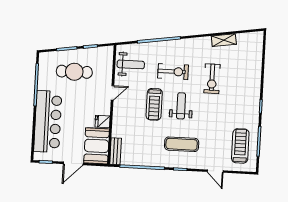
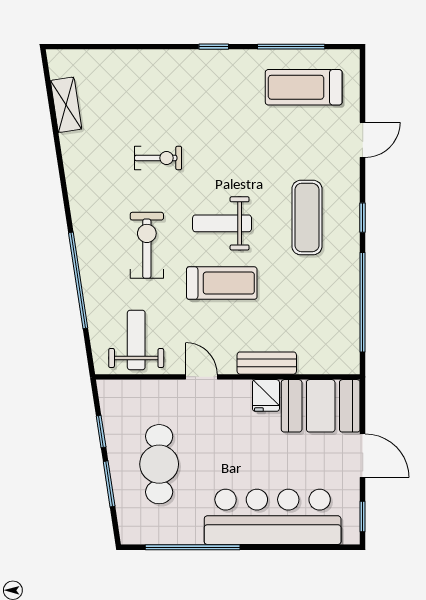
shelving: (224, 40) -> (66, 105), moved
exercise bike: (212, 79) -> (158, 158), width x0.73, depth x0.72
bench: (116, 151) -> (267, 363), moved

